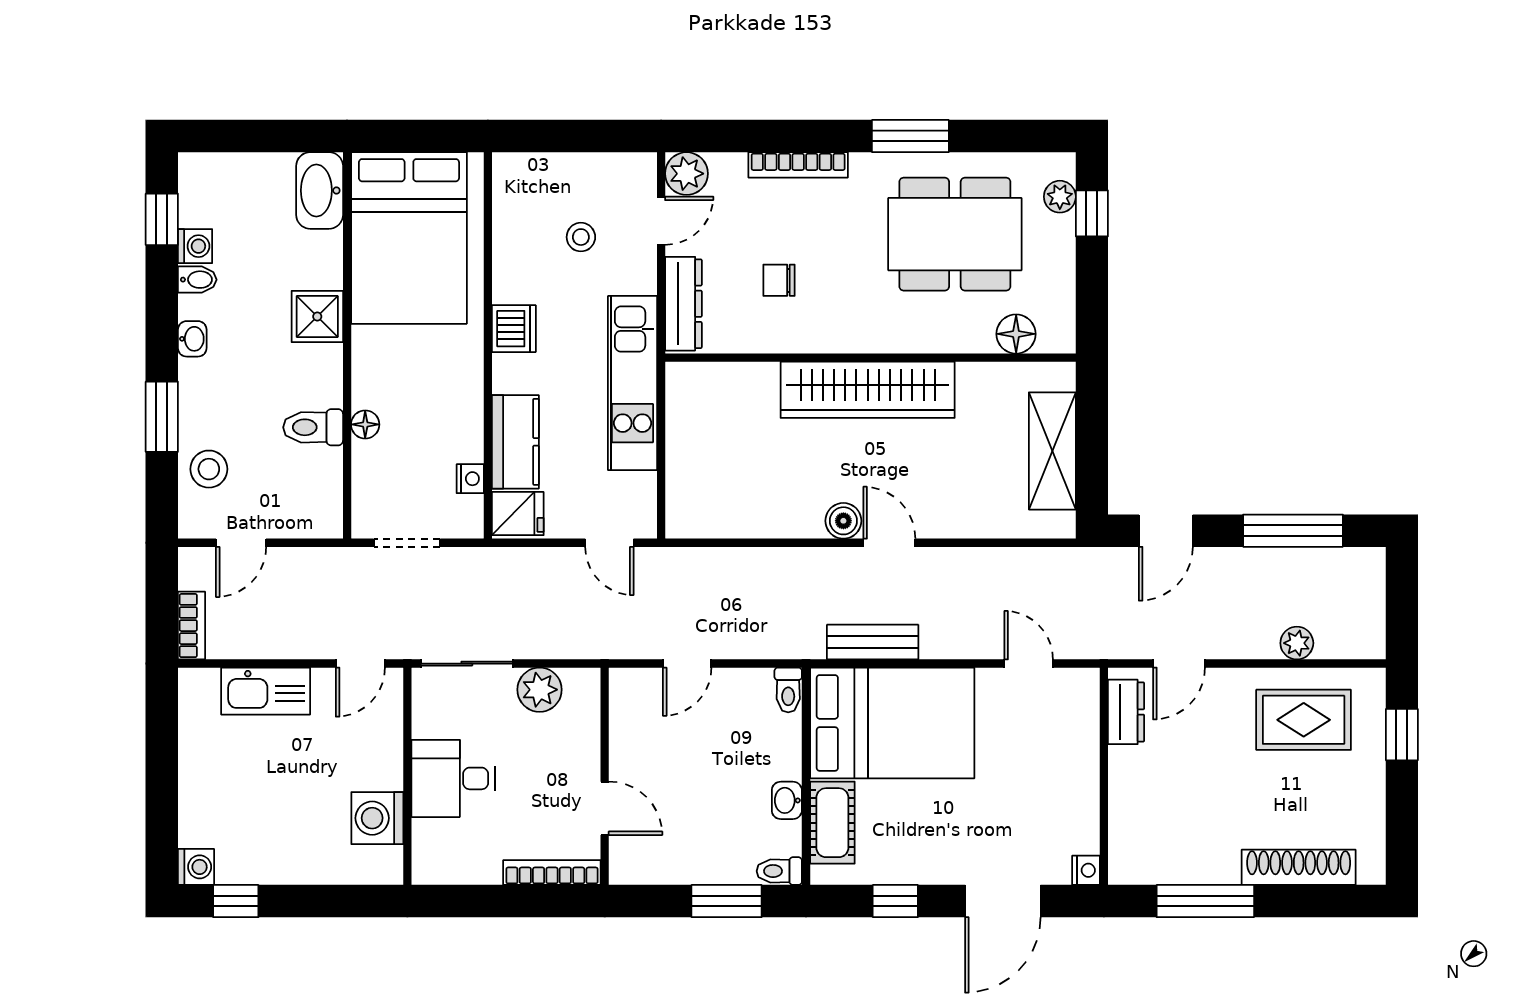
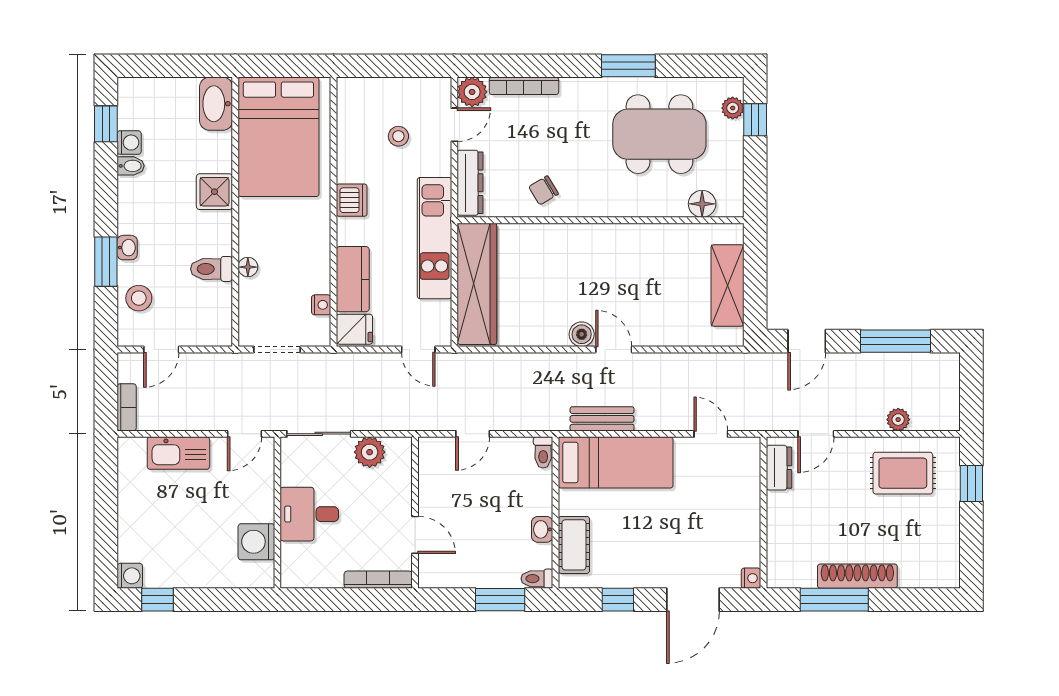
bookcase: (798, 165) -> (524, 86), moved
chair: (779, 280) -> (544, 190), moved, turned -31
washbasin: (192, 339) -> (127, 248), moved
wardrobe: (868, 390) -> (477, 284), moved, turned -90
bed: (892, 723) -> (616, 462), width x0.67
shoe rack: (1299, 867) -> (857, 576), moved

